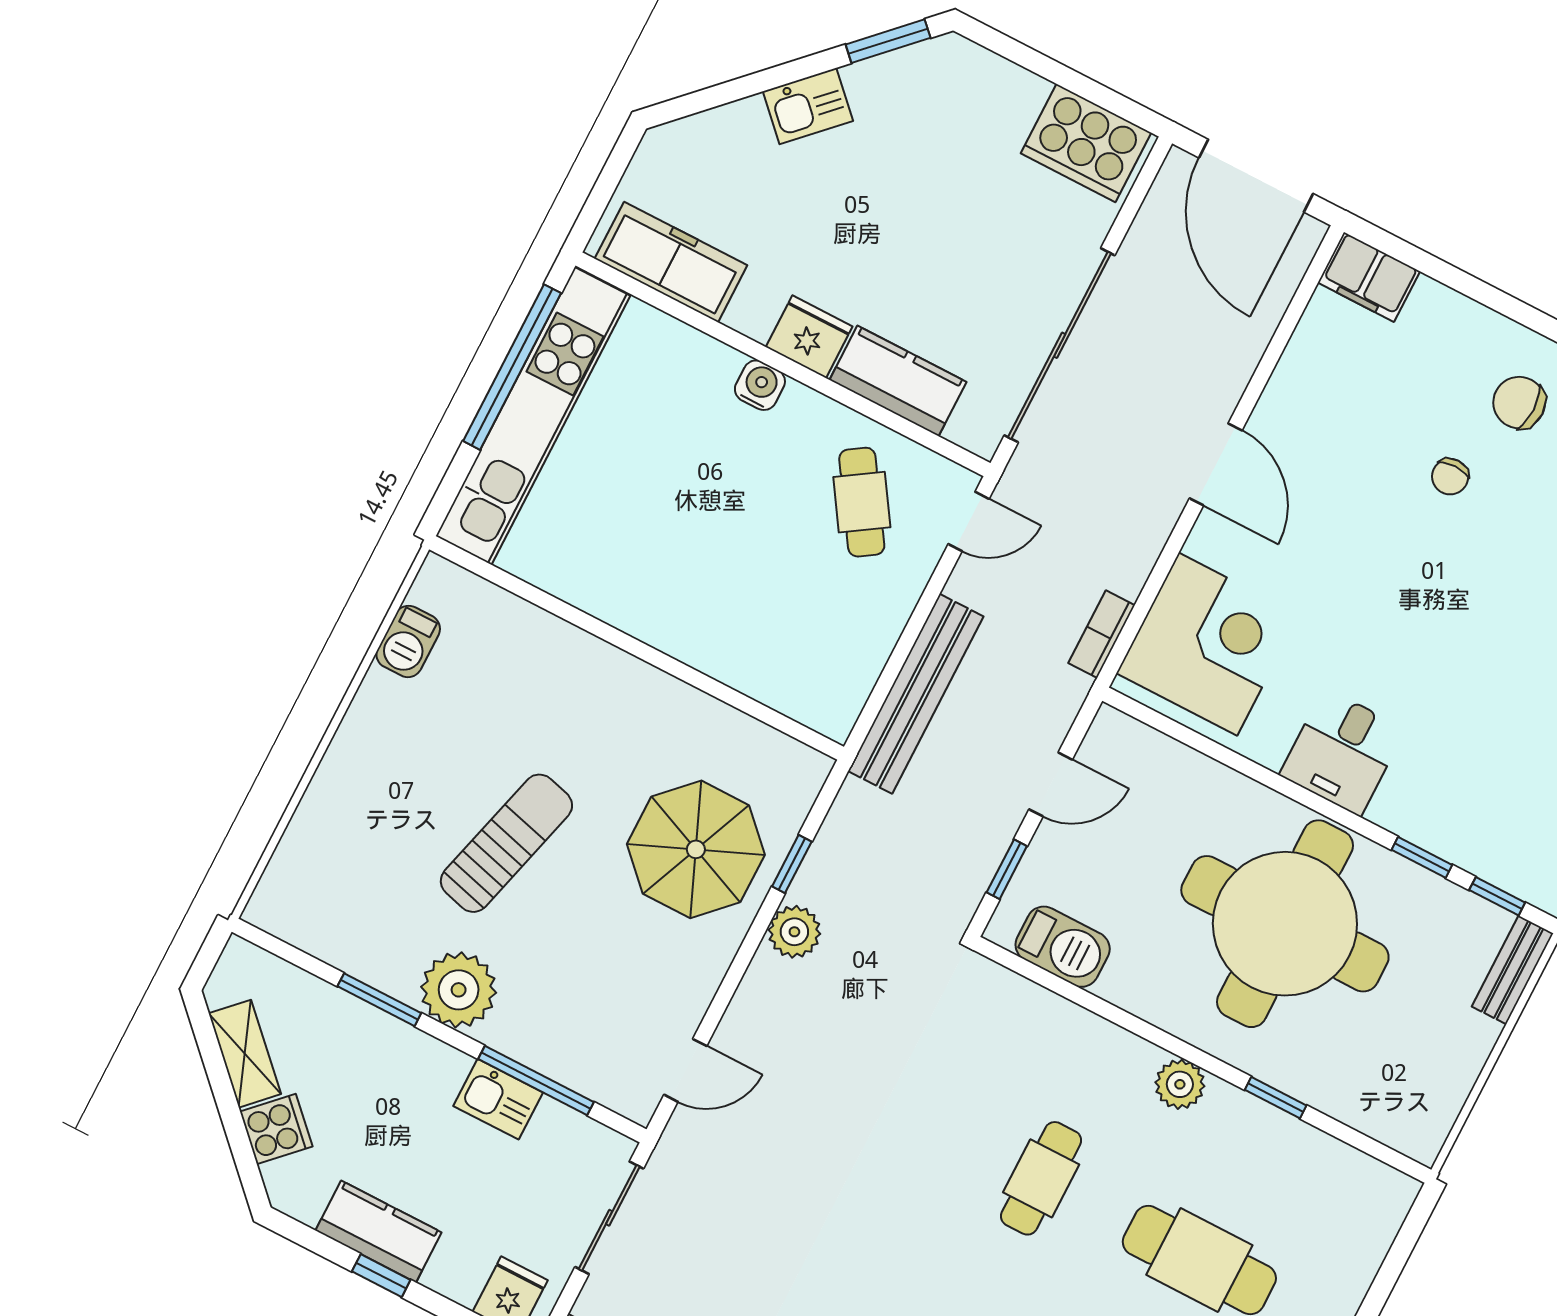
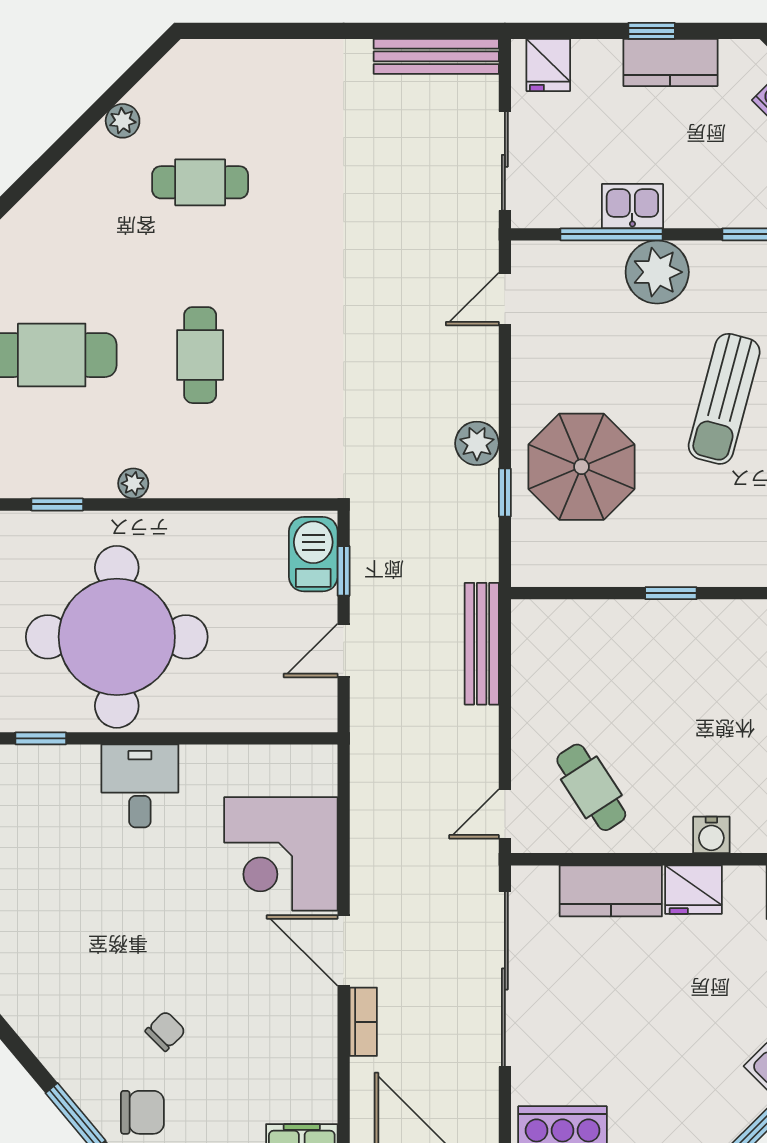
chair: (1450, 477) -> (165, 1031), turned 45
bookcase: (1102, 634) -> (363, 1022), moved
corner desk: (1208, 644) -> (281, 854), moved
window: (670, 665) -> (671, 593), added
bench: (916, 694) -> (482, 644), width x0.73, depth x0.82
barbecue: (1063, 947) -> (313, 554), moved, turned 90
plant: (459, 990) -> (657, 272), moved
plant: (1180, 1084) -> (133, 483), width x0.73, depth x0.73

